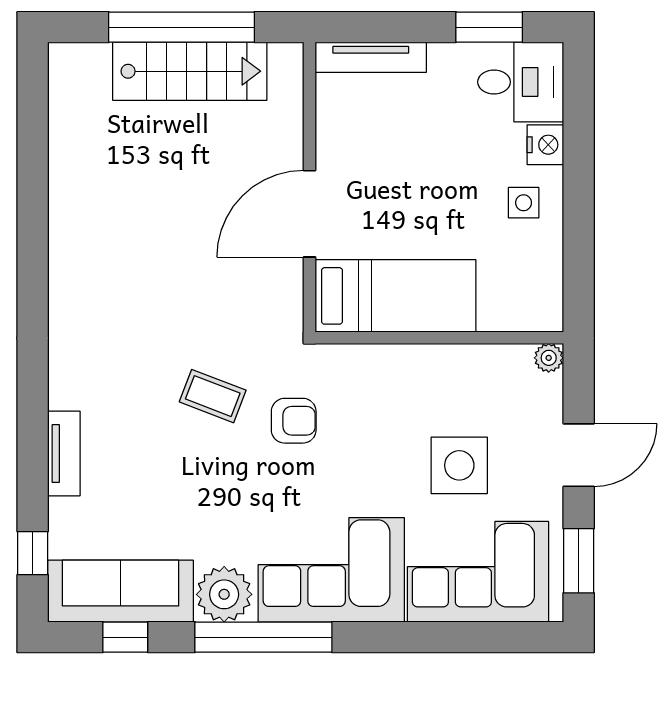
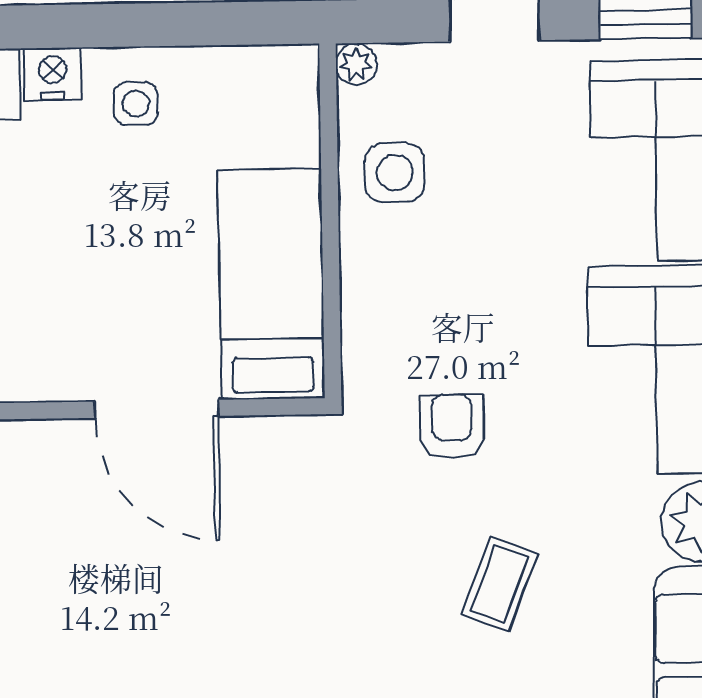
coffee table: (213, 396) -> (500, 584), moved
side table: (459, 465) -> (395, 173), moved, width x0.73, depth x0.73

